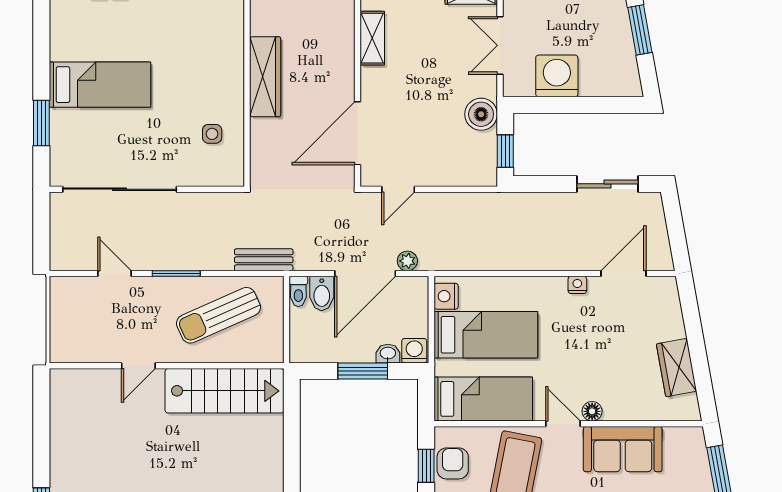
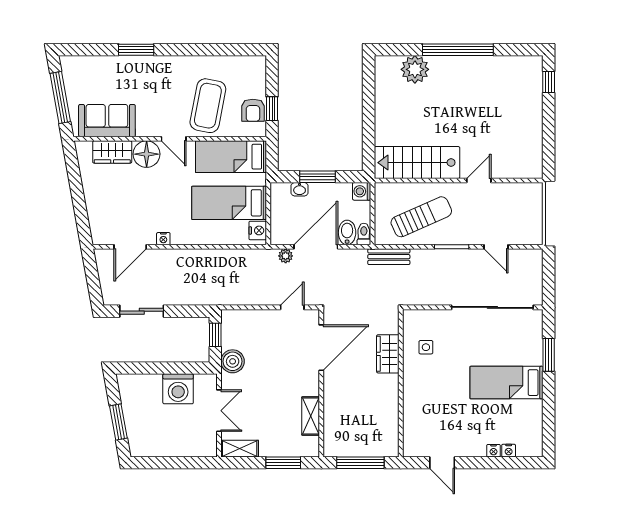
wardrobe: (265, 77) -> (388, 354), moved, width x0.67
washing machine: (414, 351) -> (362, 191), moved, turned 90
wardrobe: (677, 368) -> (112, 152), moved, turned 100
floor lamp: (592, 411) -> (147, 154), width x1.89, depth x1.89
sofa: (623, 449) -> (107, 121), moved

